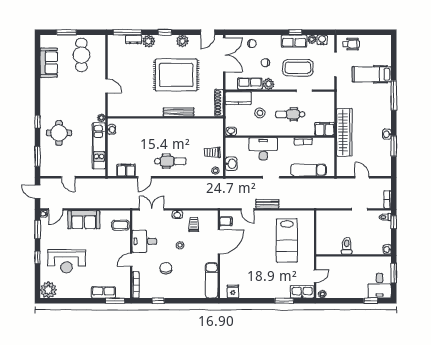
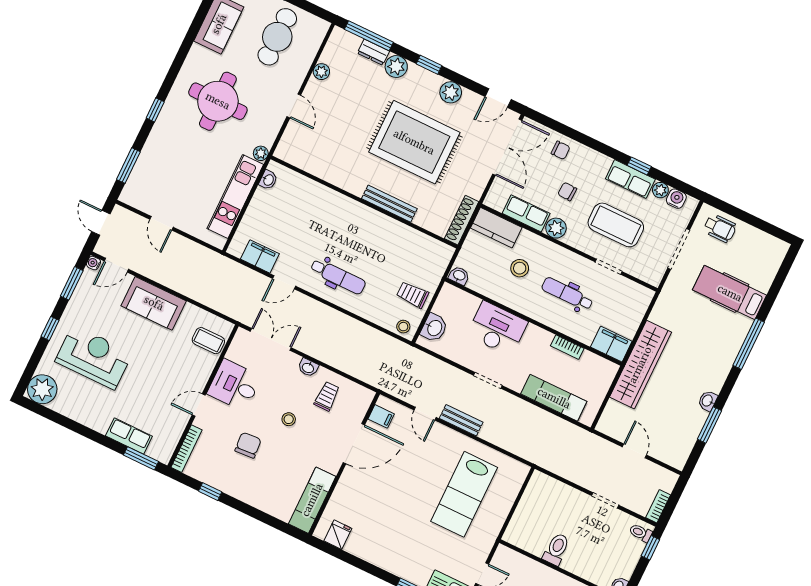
plant: (112, 62) -> (321, 72), added
round table: (59, 133) -> (218, 101), moved, width x1.36, depth x1.36
reception desk: (67, 261) -> (94, 357), turned 180

